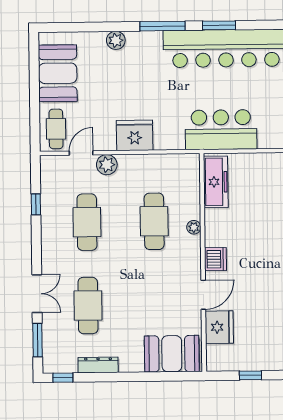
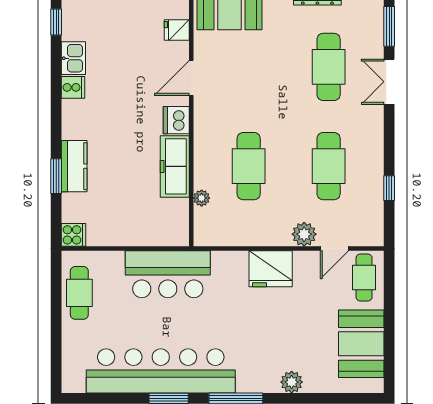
freezer: (216, 182) -> (175, 166), moved
plant: (194, 227) -> (202, 198), moved
fridge: (219, 327) -> (177, 30), width x0.53, depth x0.75

